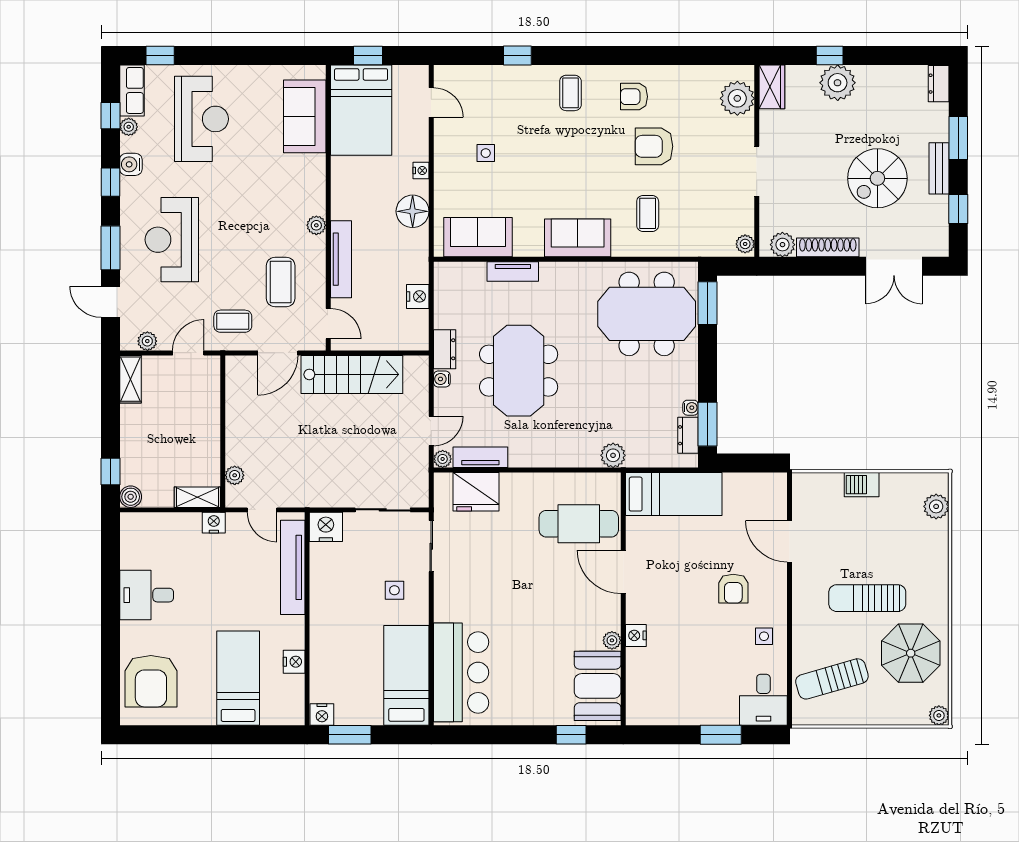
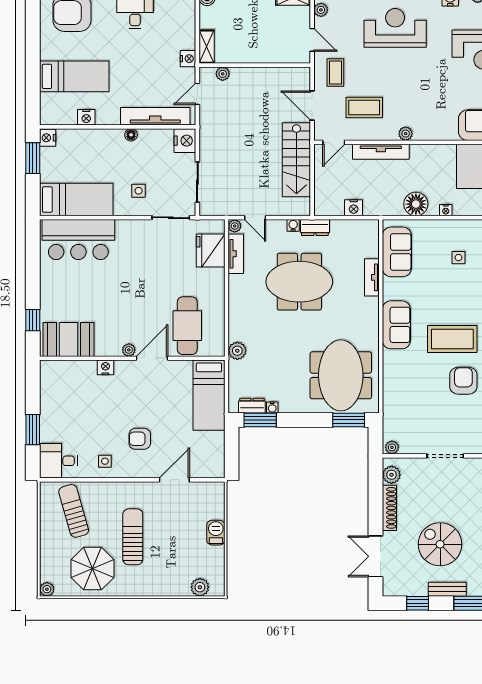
coffee table: (648, 213) -> (452, 339), moved, width x1.86, depth x1.72
floor lamp: (318, 601) -> (131, 135), added
plant: (612, 640) -> (129, 350), moved

